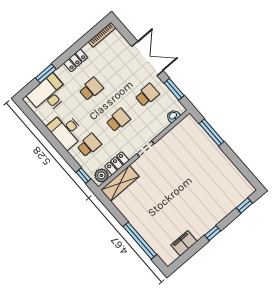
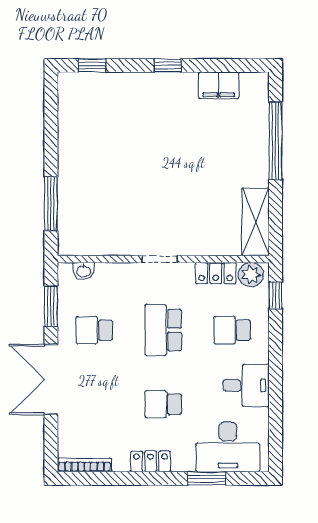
school desk: (118, 120) -> (163, 330), width x1.85
desk: (66, 130) -> (246, 385), width x0.73
shelving: (120, 183) -> (256, 222), moved, turned 90

